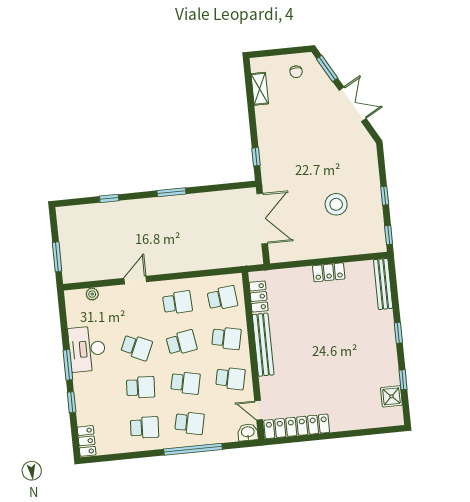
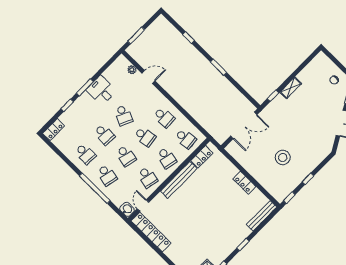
shelving: (260, 89) -> (291, 88), moved
door: (135, 280) -> (148, 77), moved
desk: (87, 349) -> (101, 90), width x0.73

